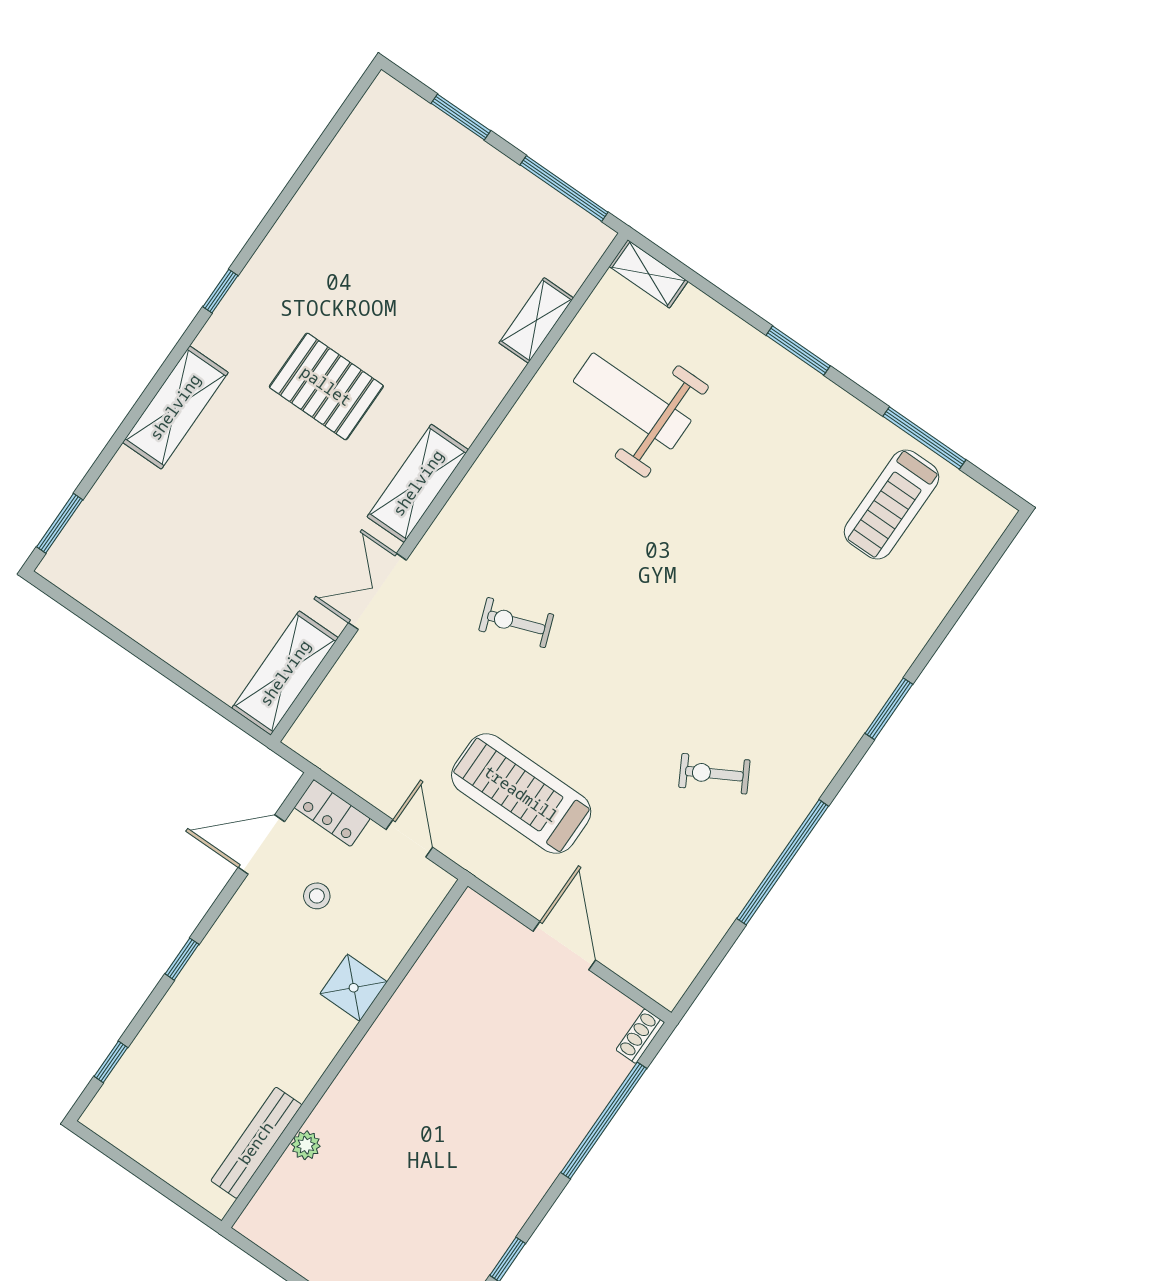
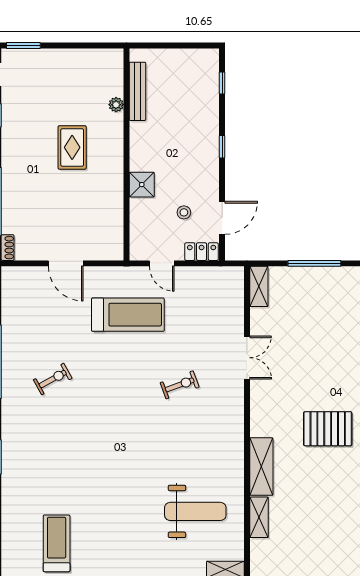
shelving: (418, 483) -> (261, 467), moved
window: (163, 668) -> (314, 263), added
shelving: (285, 673) -> (259, 286), width x0.67, depth x0.75
rug: (424, 1125) -> (72, 147), added

